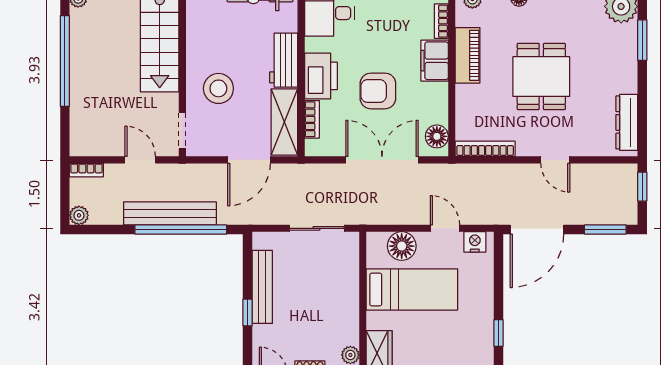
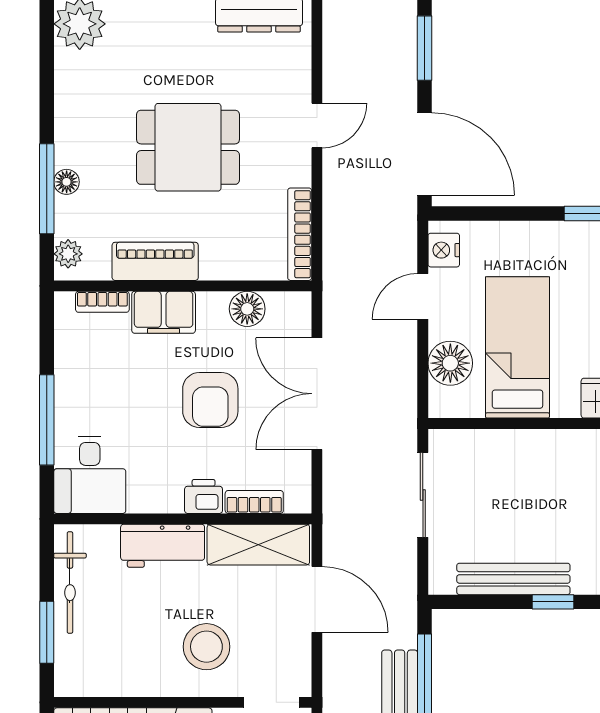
printer: (321, 76) -> (204, 496), width x0.53, depth x0.68
floor lamp: (437, 136) -> (247, 309), moved

